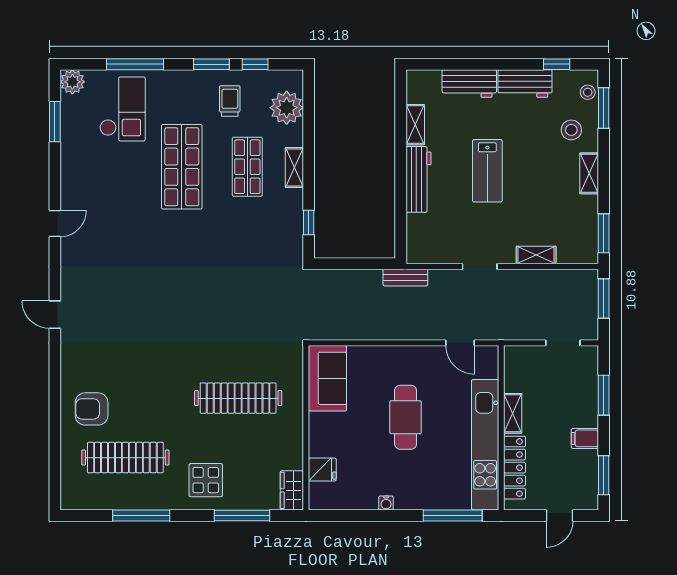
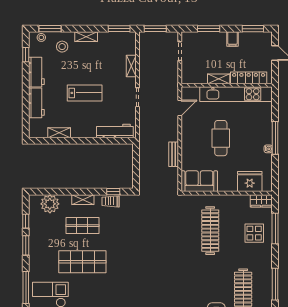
trolley: (230, 101) -> (111, 201), moved
workbench: (418, 179) -> (115, 131), moved
bench: (405, 278) -> (174, 154), moved
cafe table: (406, 417) -> (221, 138), turned 90
fridge: (322, 470) -> (250, 182), width x1.88, depth x1.34
display table: (206, 480) -> (254, 233), moved
window: (453, 515) -> (275, 138), moved

